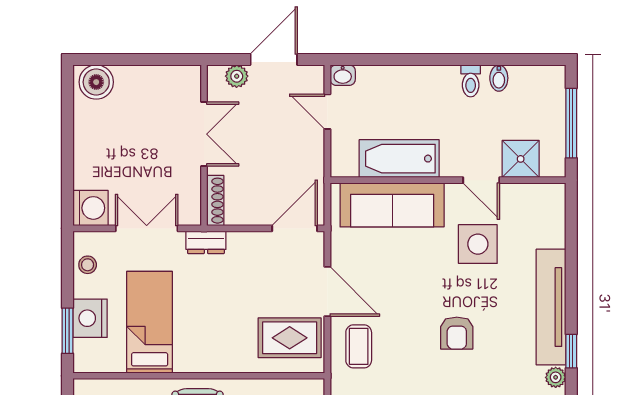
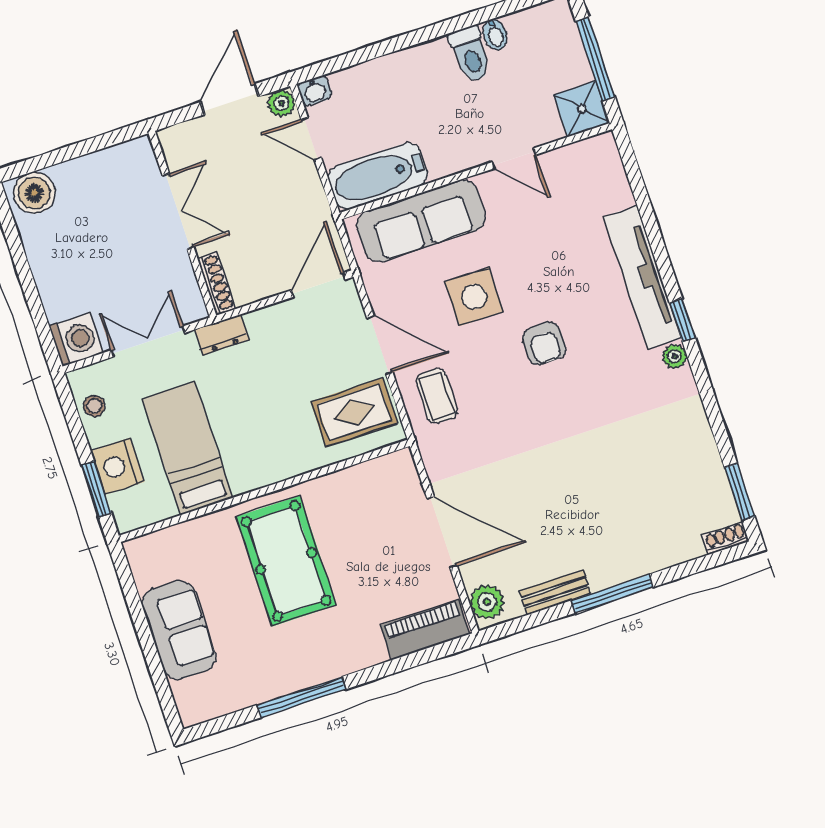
plant: (237, 76) -> (281, 103), moved
toilet: (471, 81) -> (470, 54), width x1.37, depth x1.39
bathtub: (399, 159) -> (378, 176), moved
shower: (521, 159) -> (582, 109), moved
side table: (478, 244) -> (474, 297), moved

